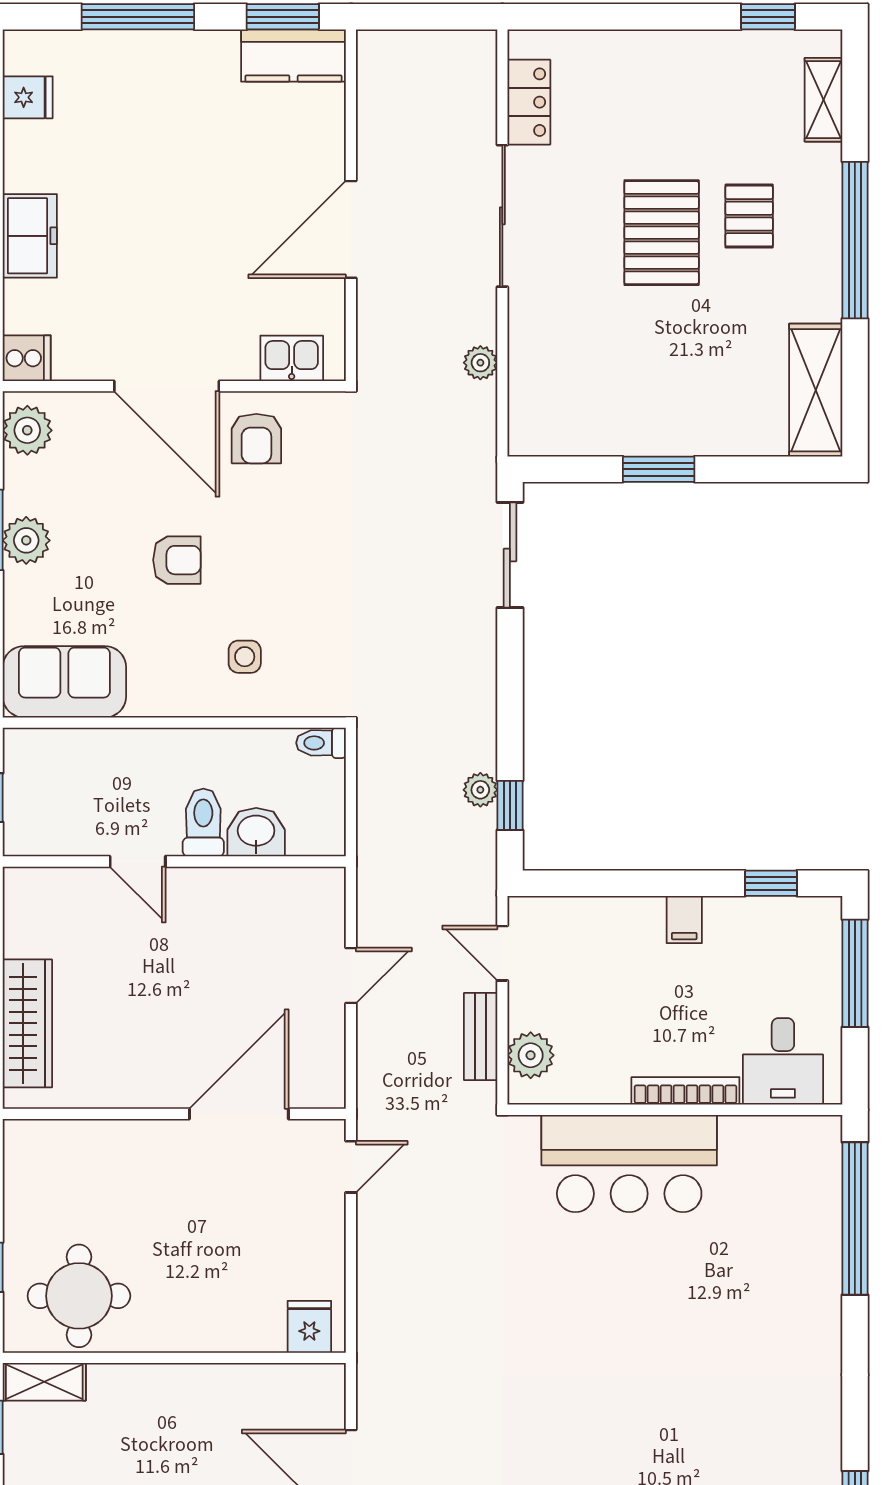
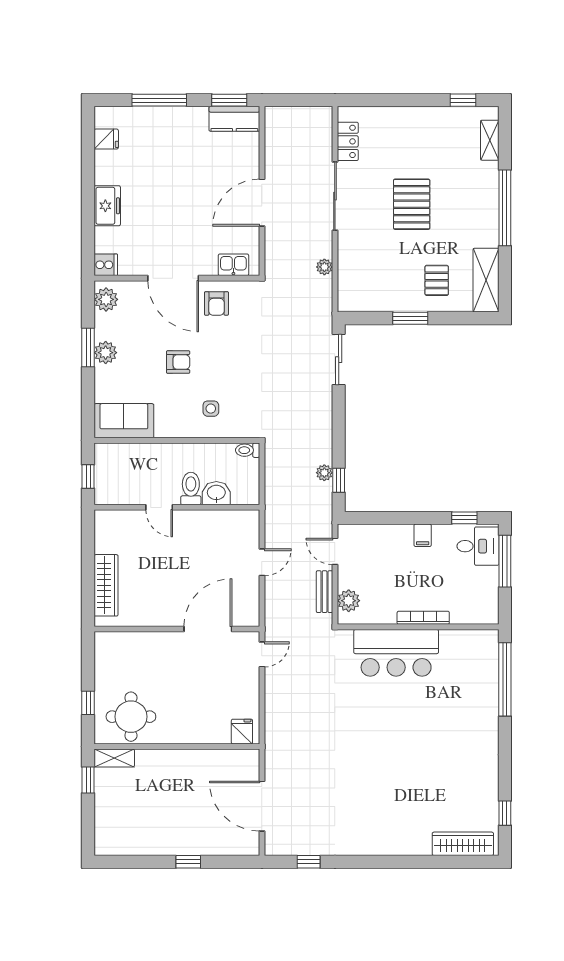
pallet: (749, 216) -> (437, 280), moved
desk: (783, 1061) -> (478, 546), moved, turned -90

